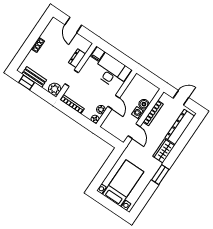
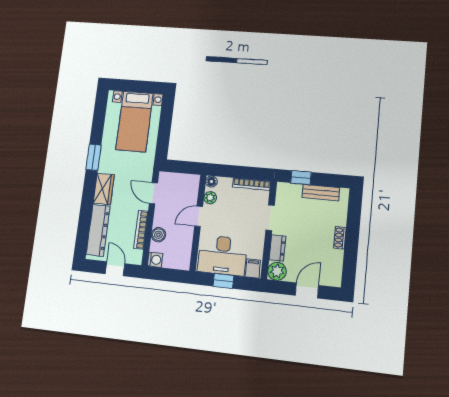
door: (73, 25) -> (307, 290), hinge flipped
window: (119, 56) -> (223, 281), added
window: (27, 82) -> (301, 178), moved
plant: (55, 89) -> (277, 271), moved
door: (181, 98) -> (115, 269), swing flipped
door: (114, 102) -> (199, 216), hinge flipped
washing machine: (138, 113) -> (155, 260), moved

